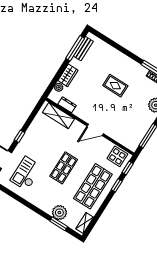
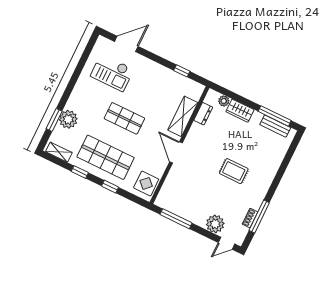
rug: (115, 86) -> (234, 171), turned 90
shelving: (58, 116) -> (183, 116), moved
window: (20, 136) -> (182, 71), moved
window: (128, 168) -> (80, 172), moved
checkout: (26, 174) -> (112, 73), turned 180

